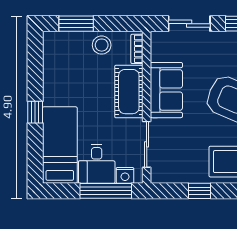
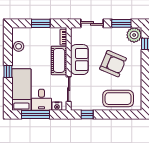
window: (76, 24) -> (41, 23), moved
stool: (102, 45) -> (19, 46), moved
window: (106, 191) -> (36, 115), moved
window: (200, 191) -> (87, 115), moved

